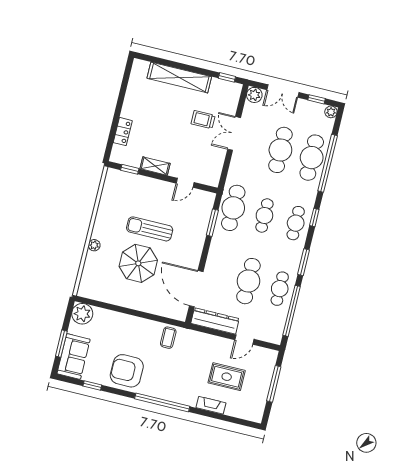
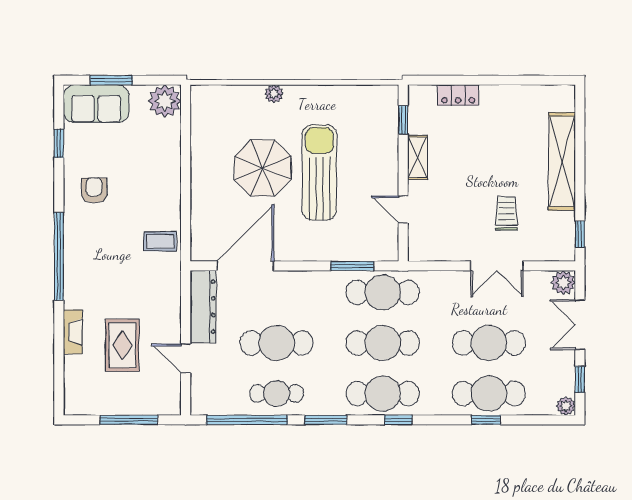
double door: (234, 133) -> (497, 266), swing flipped
window: (328, 163) -> (486, 420), width x0.32
cafe table: (264, 215) -> (383, 343), width x1.37, depth x1.35
cafe table: (296, 223) -> (383, 393), width x1.37, depth x1.35
sun lounger: (150, 229) -> (319, 172), width x1.36, depth x1.34
armchair: (127, 371) -> (94, 190), width x0.53, depth x0.53

